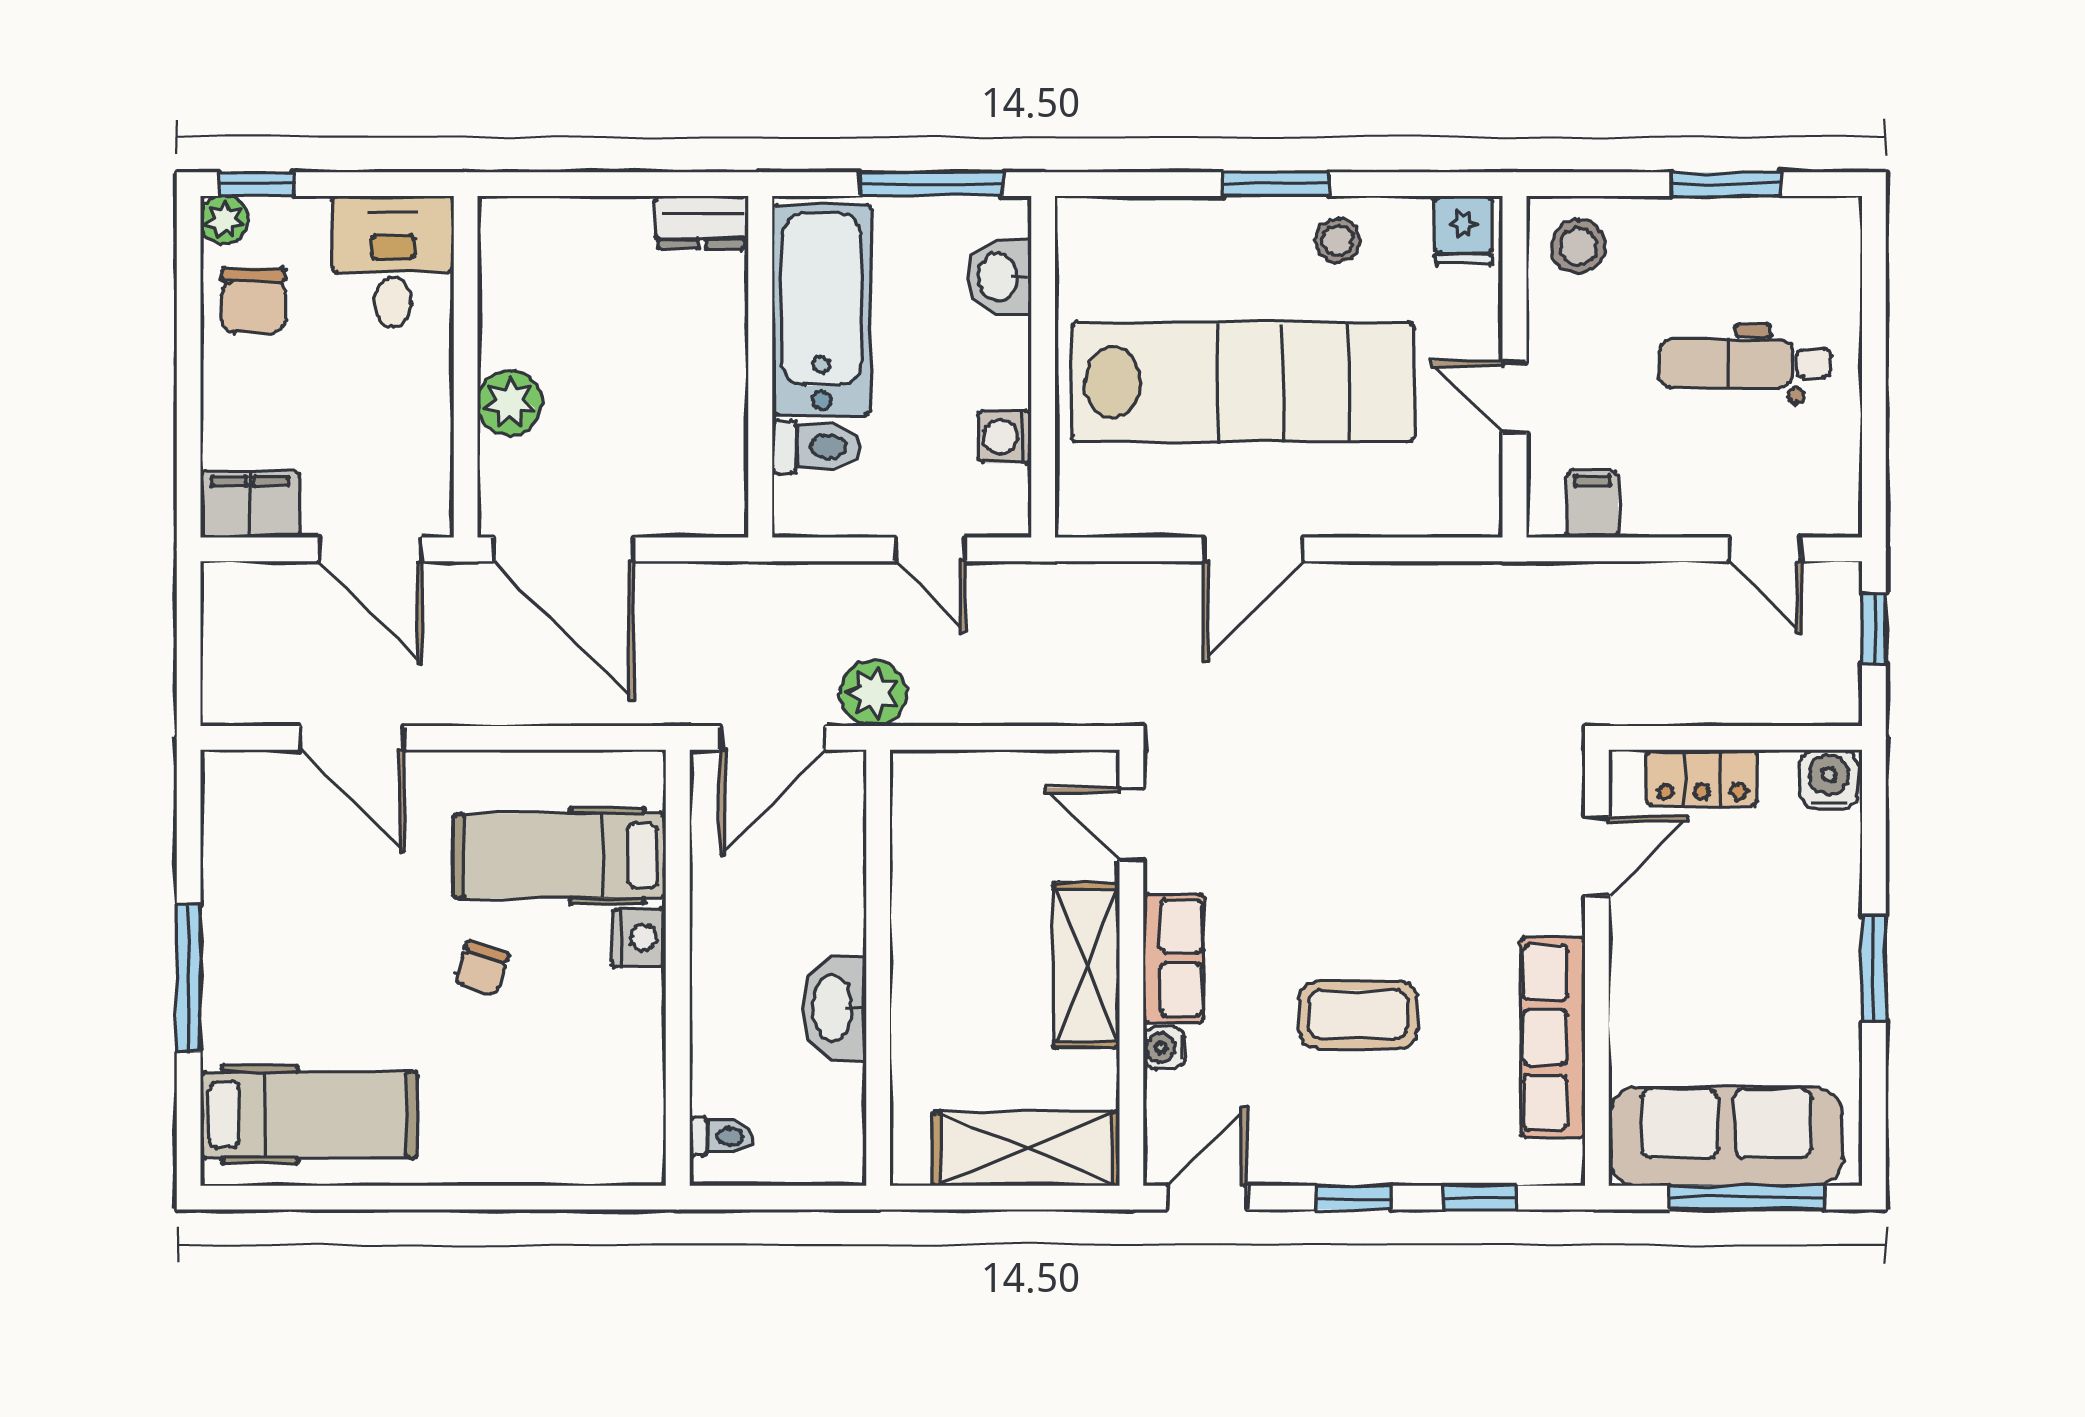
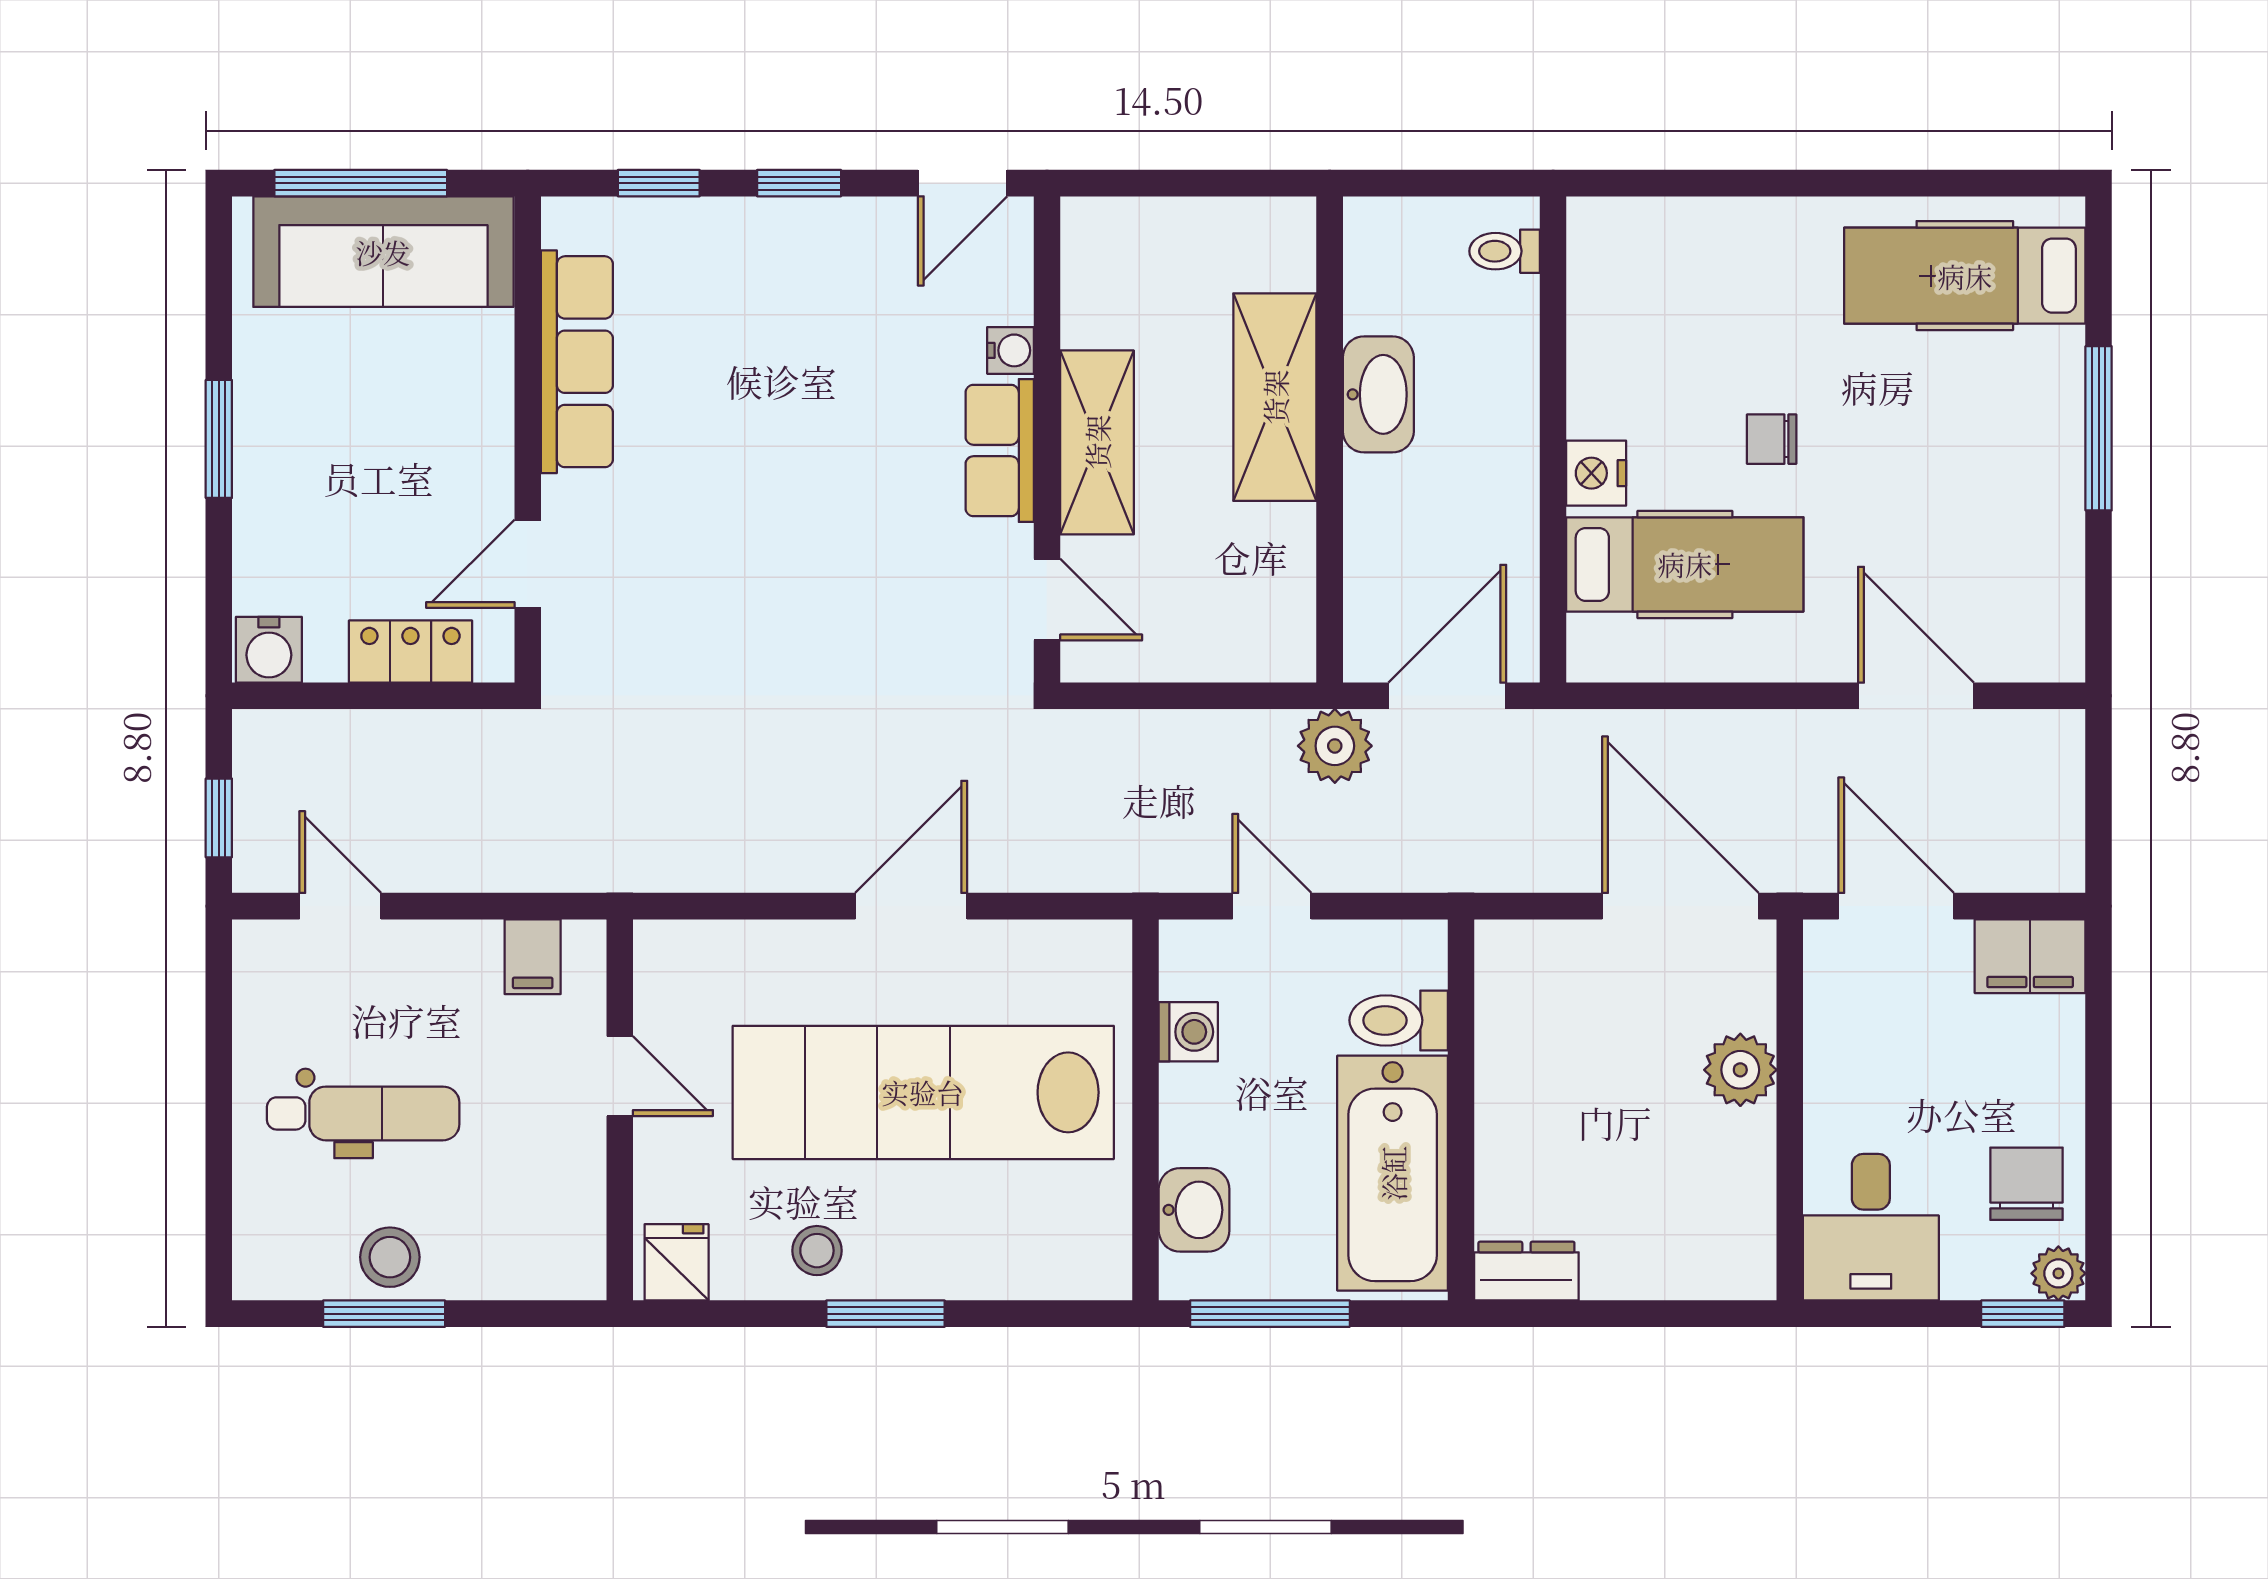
stool: (1578, 246) -> (390, 1257), moved
chair: (482, 968) -> (1772, 439), turned -108
coffee table: (1358, 1015) -> (794, 387), removed
shelving: (1027, 1149) -> (1275, 397), moved, turned 90

